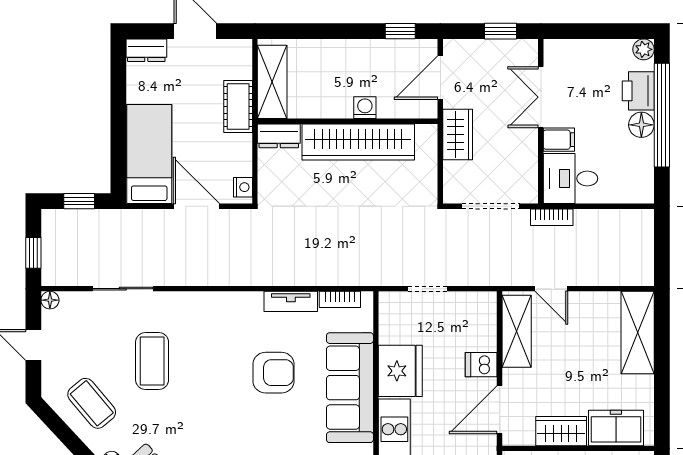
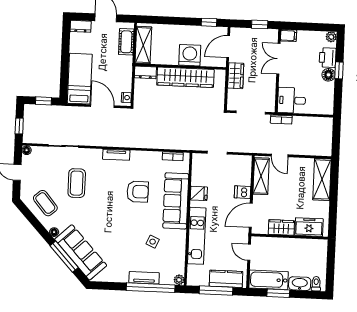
cot: (238, 107) -> (126, 42), moved
washing machine: (365, 108) -> (190, 55), width x1.89, depth x1.89
window: (662, 115) -> (339, 70), width x0.32
filing cabinet: (559, 140) -> (289, 36), moved
tv unit: (291, 301) -> (116, 155), moved
fridge: (400, 371) -> (199, 193), width x0.53, depth x0.75

